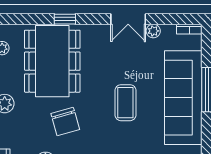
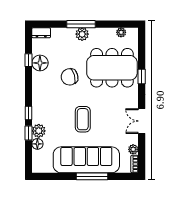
plant: (153, 31) -> (133, 149), moved
coffee table: (125, 103) -> (83, 119), turned 90

